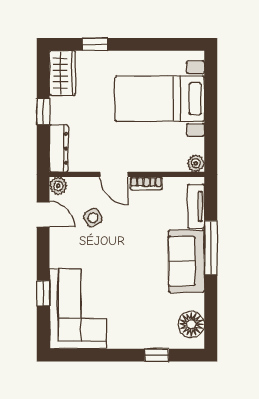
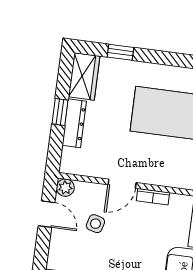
dresser: (59, 148) -> (74, 123), moved
door: (114, 174) -> (122, 184), hinge flipped
side table: (93, 218) -> (95, 224), turned 45

